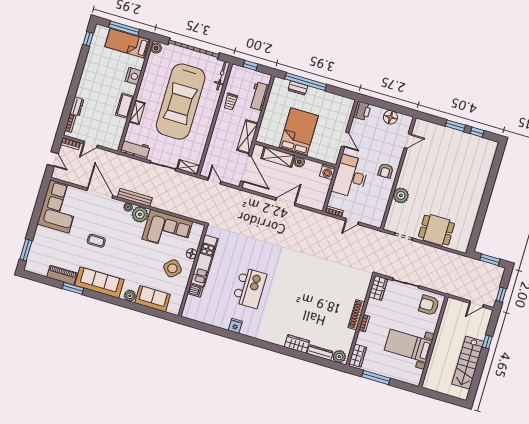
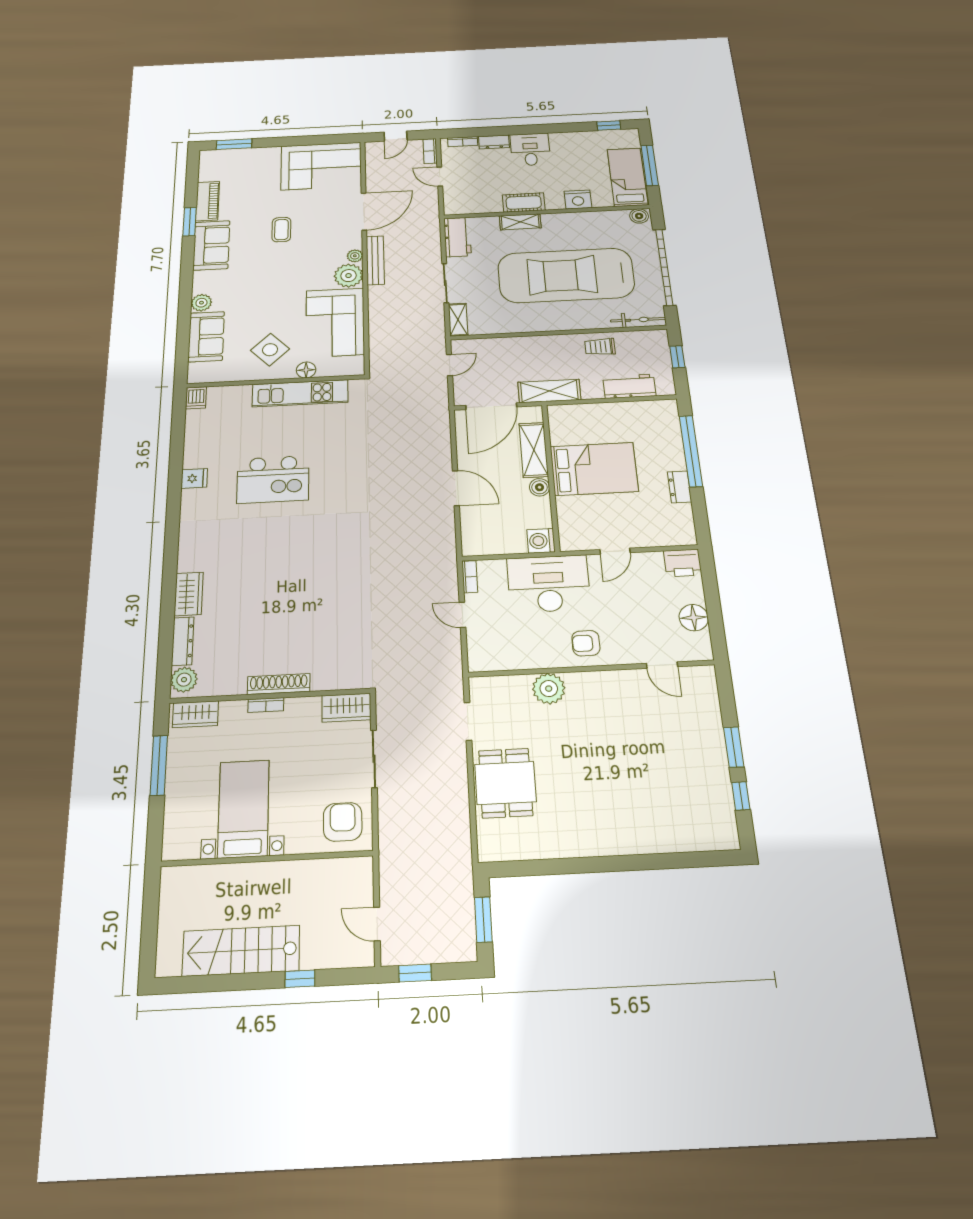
desk: (89, 88) -> (530, 149), added
dresser: (298, 88) -> (679, 487), moved
sofa: (99, 282) -> (211, 245), width x0.73
dishwasher: (195, 291) -> (196, 398), moved

